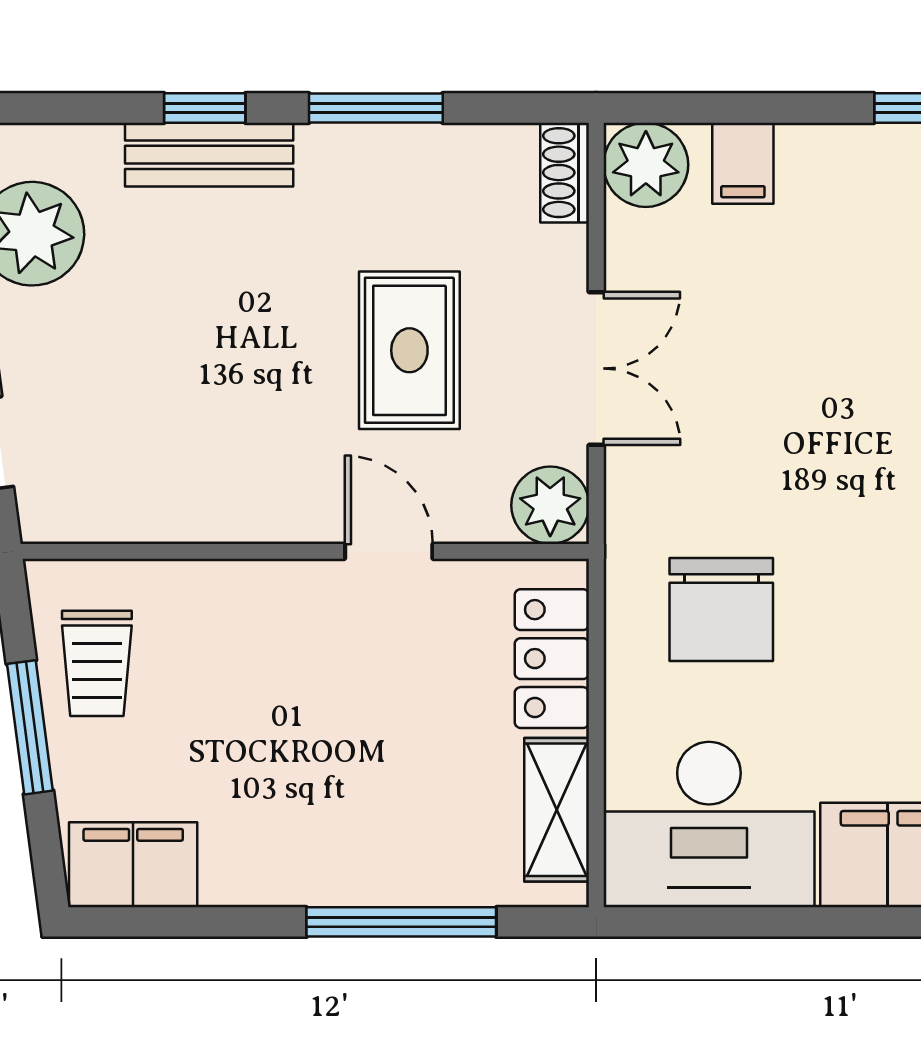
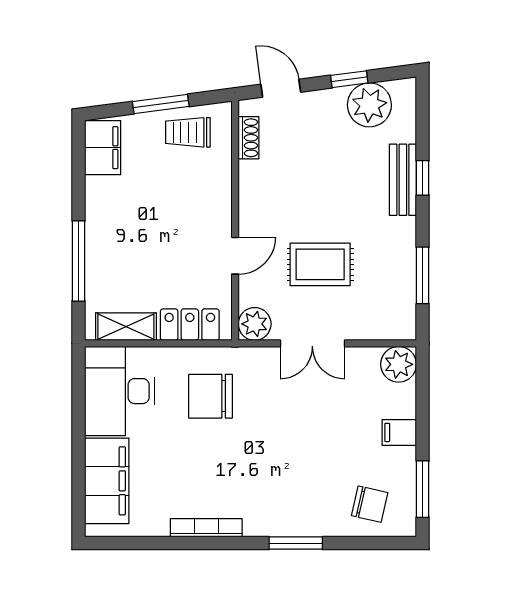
window: (376, 108) -> (423, 275), moved
filing cabinet: (743, 163) -> (399, 432), moved
shoe rack: (565, 173) -> (249, 138), moved, turned 90

